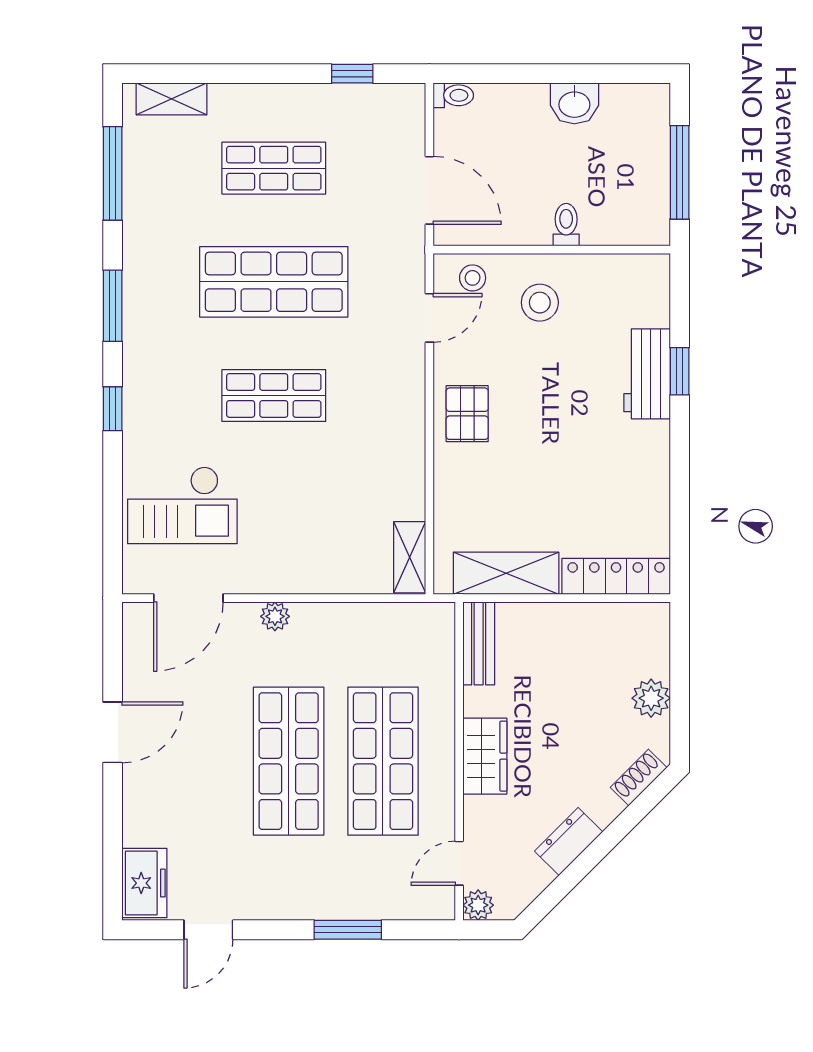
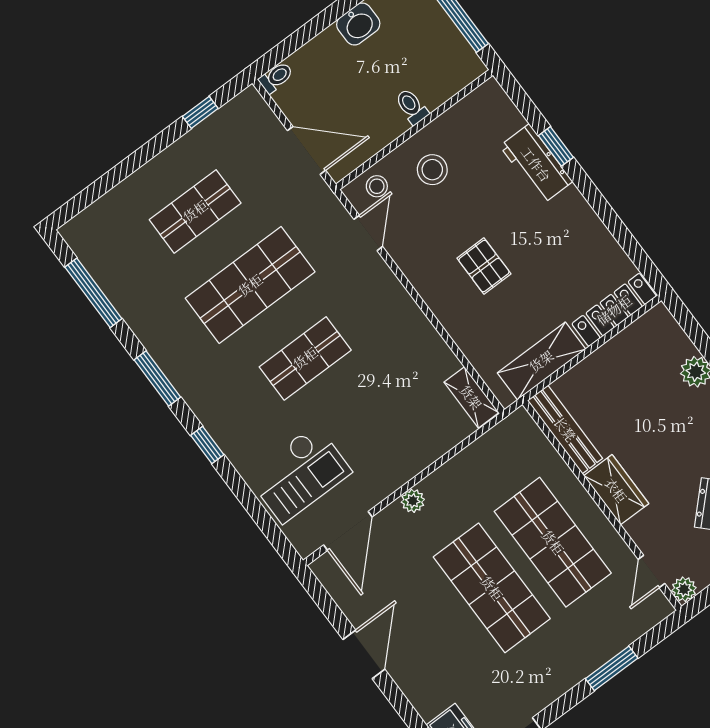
shelving: (172, 99) -> (95, 216), removed
pallet: (467, 414) -> (484, 266), moved
bench: (479, 643) -> (565, 429), width x1.36

